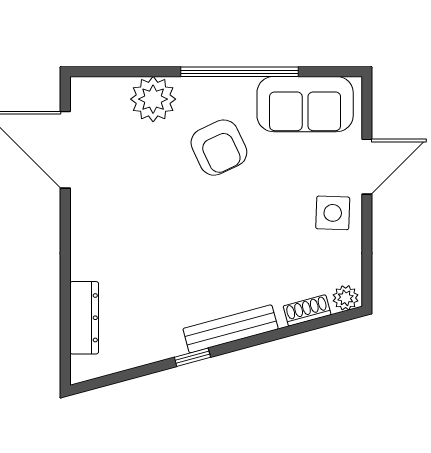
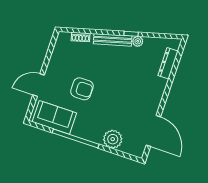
armchair: (219, 148) -> (82, 89), moved, turned 115
side table: (333, 213) -> (58, 72), removed
plant: (346, 298) -> (138, 41), moved

